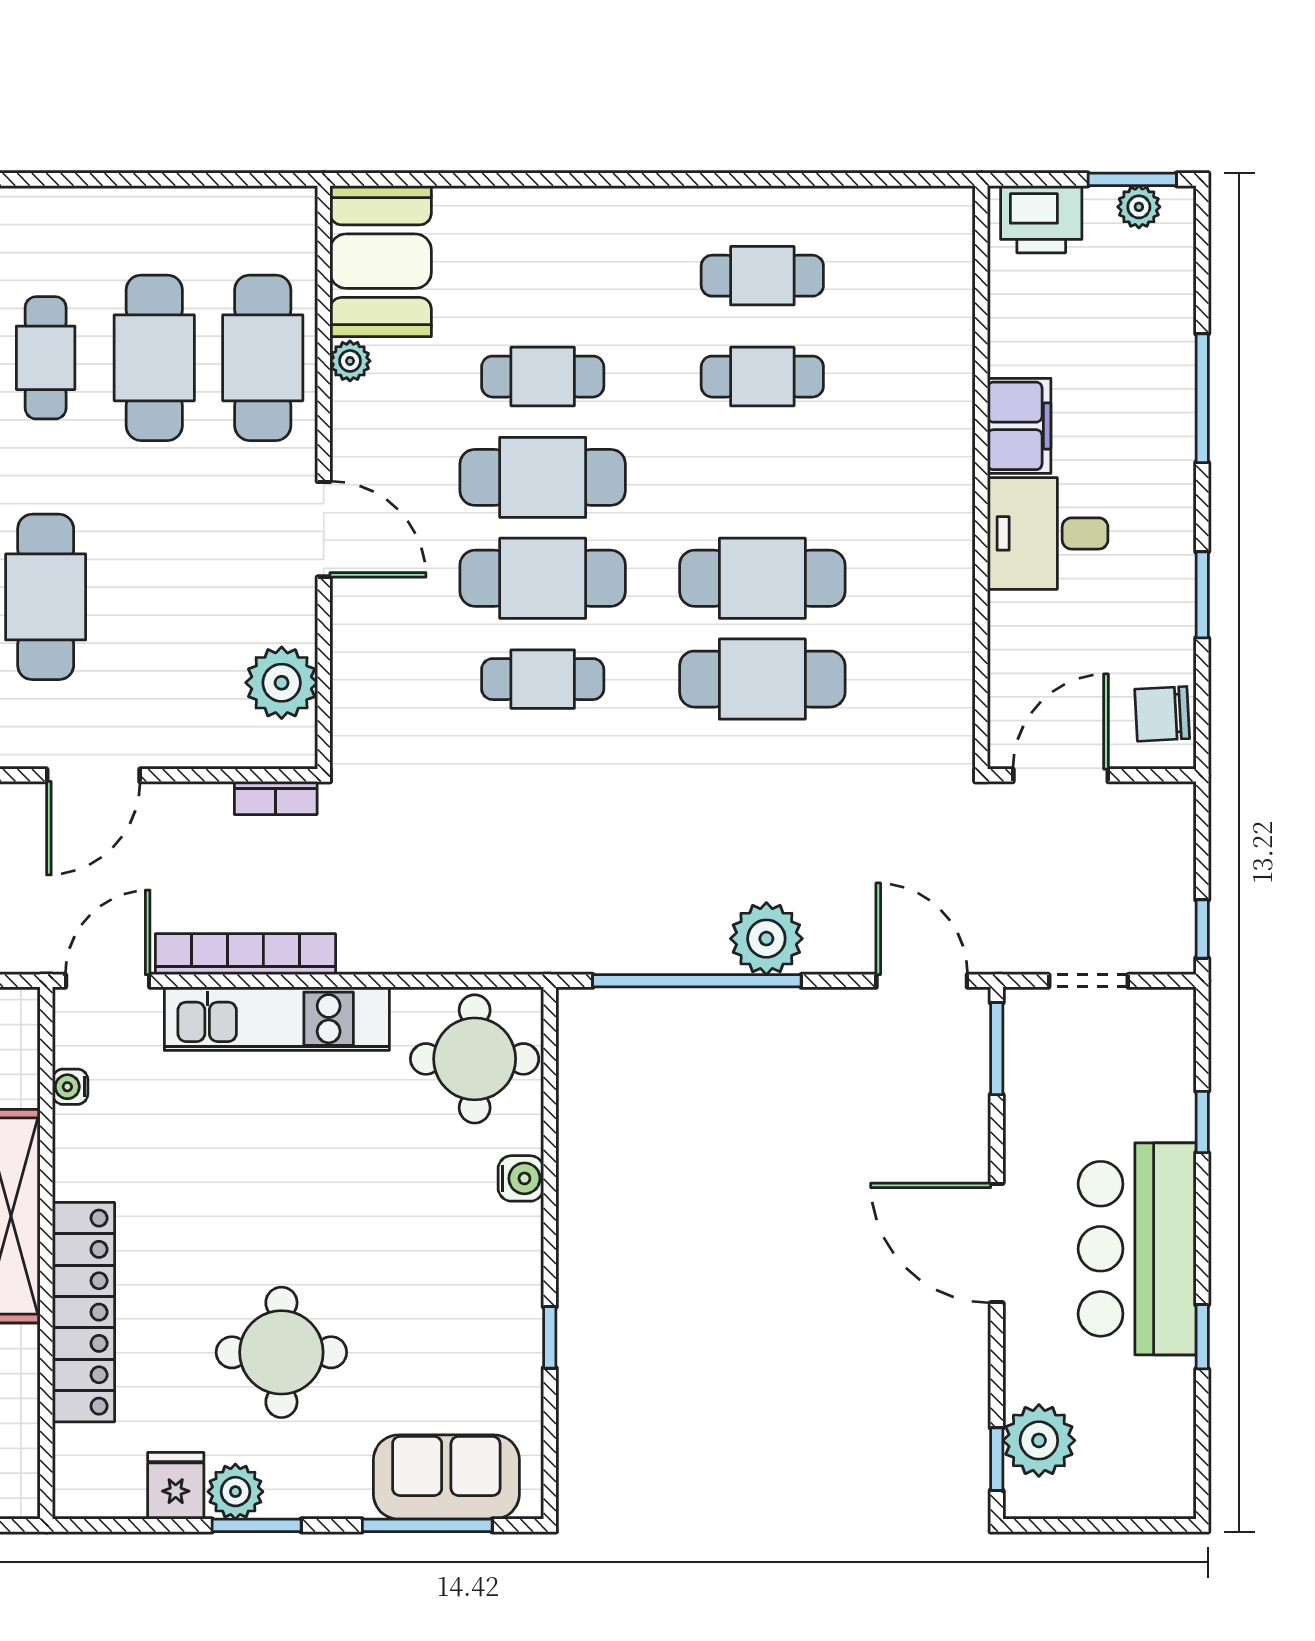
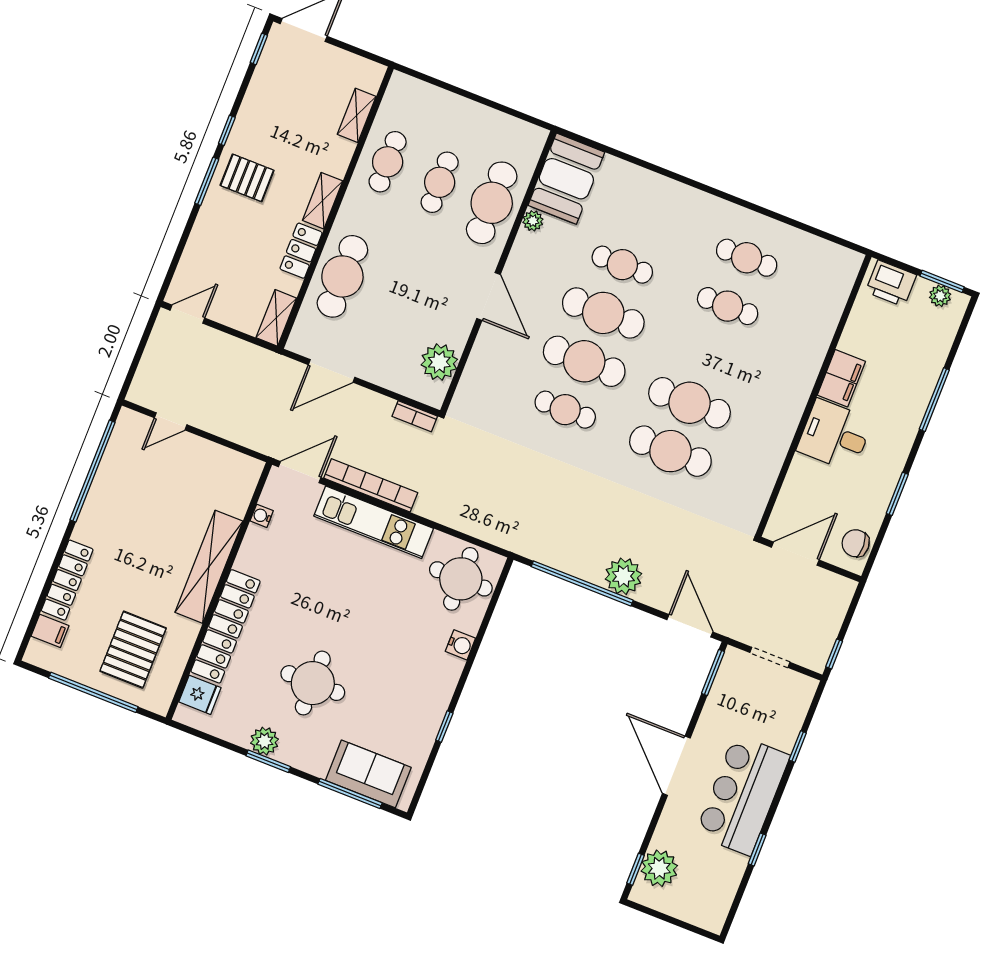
cafe table: (154, 358) -> (440, 182), width x0.73, depth x0.74
fridge: (176, 1486) -> (200, 695), moved, turned 90

